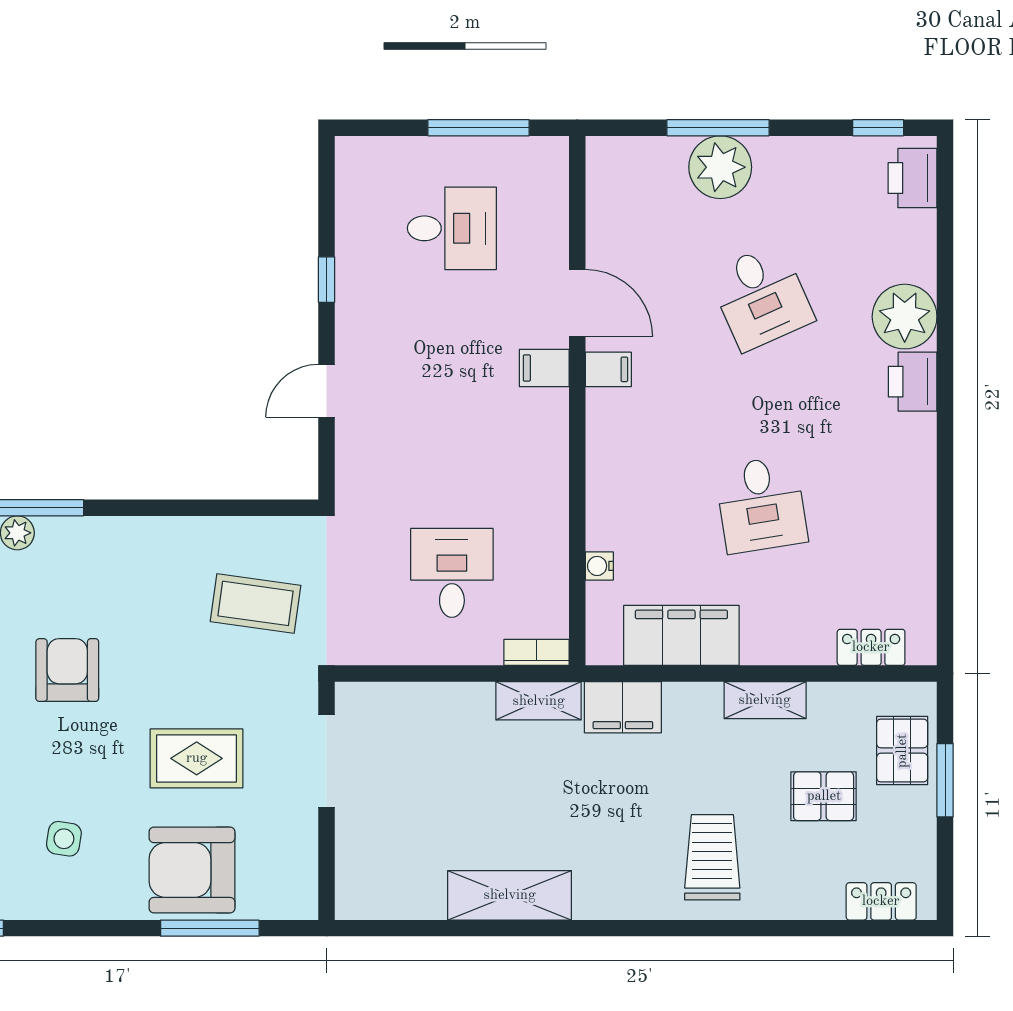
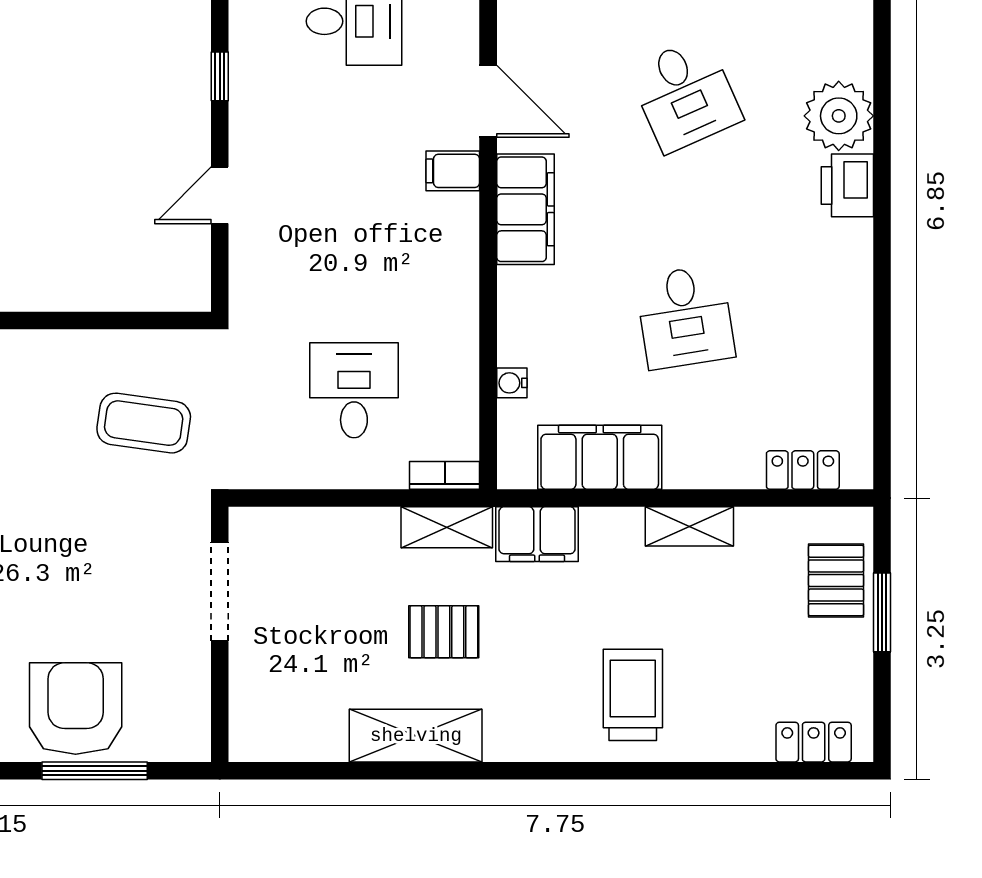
filing cabinet: (608, 369) -> (525, 209), width x3.00, depth x1.17
rug: (197, 758) -> (81, 589), removed
pallet: (824, 796) -> (444, 632), moved
armchair: (192, 870) -> (76, 708), turned 90

